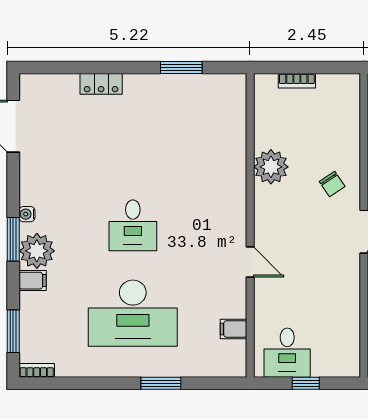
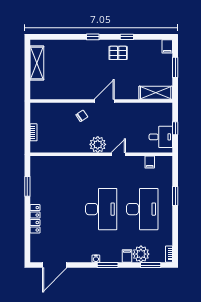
locker: (101, 84) -> (35, 219), width x1.53
plant: (271, 167) -> (98, 144), moved
desk: (133, 225) -> (101, 209), width x1.87, depth x1.30
plant: (37, 251) -> (141, 254), moved

